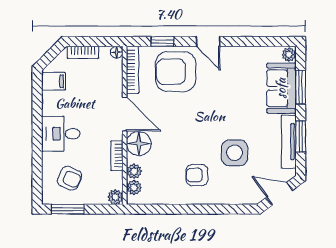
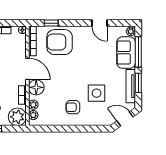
door: (208, 41) -> (99, 23), moved
window: (301, 87) -> (138, 52), width x1.44
plant: (115, 197) -> (17, 117), width x1.87, depth x1.87

